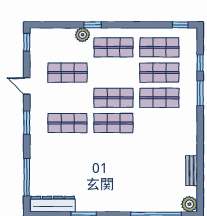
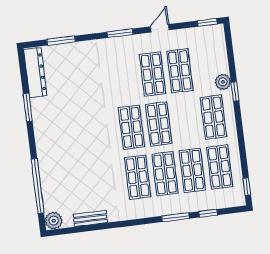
shop shelf: (68, 123) -> (153, 74), moved
shop shelf: (159, 123) -> (138, 177), added
window: (27, 177) -> (61, 41), width x0.69

